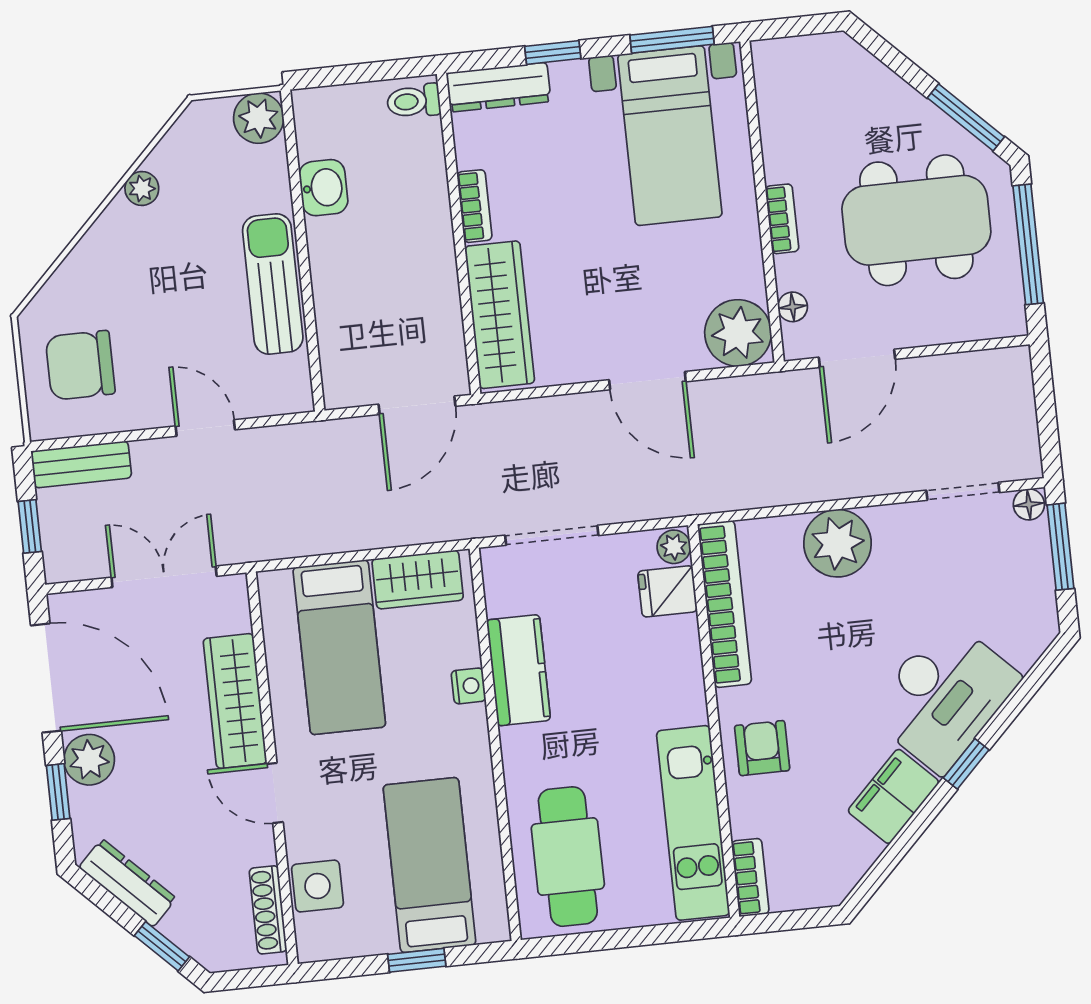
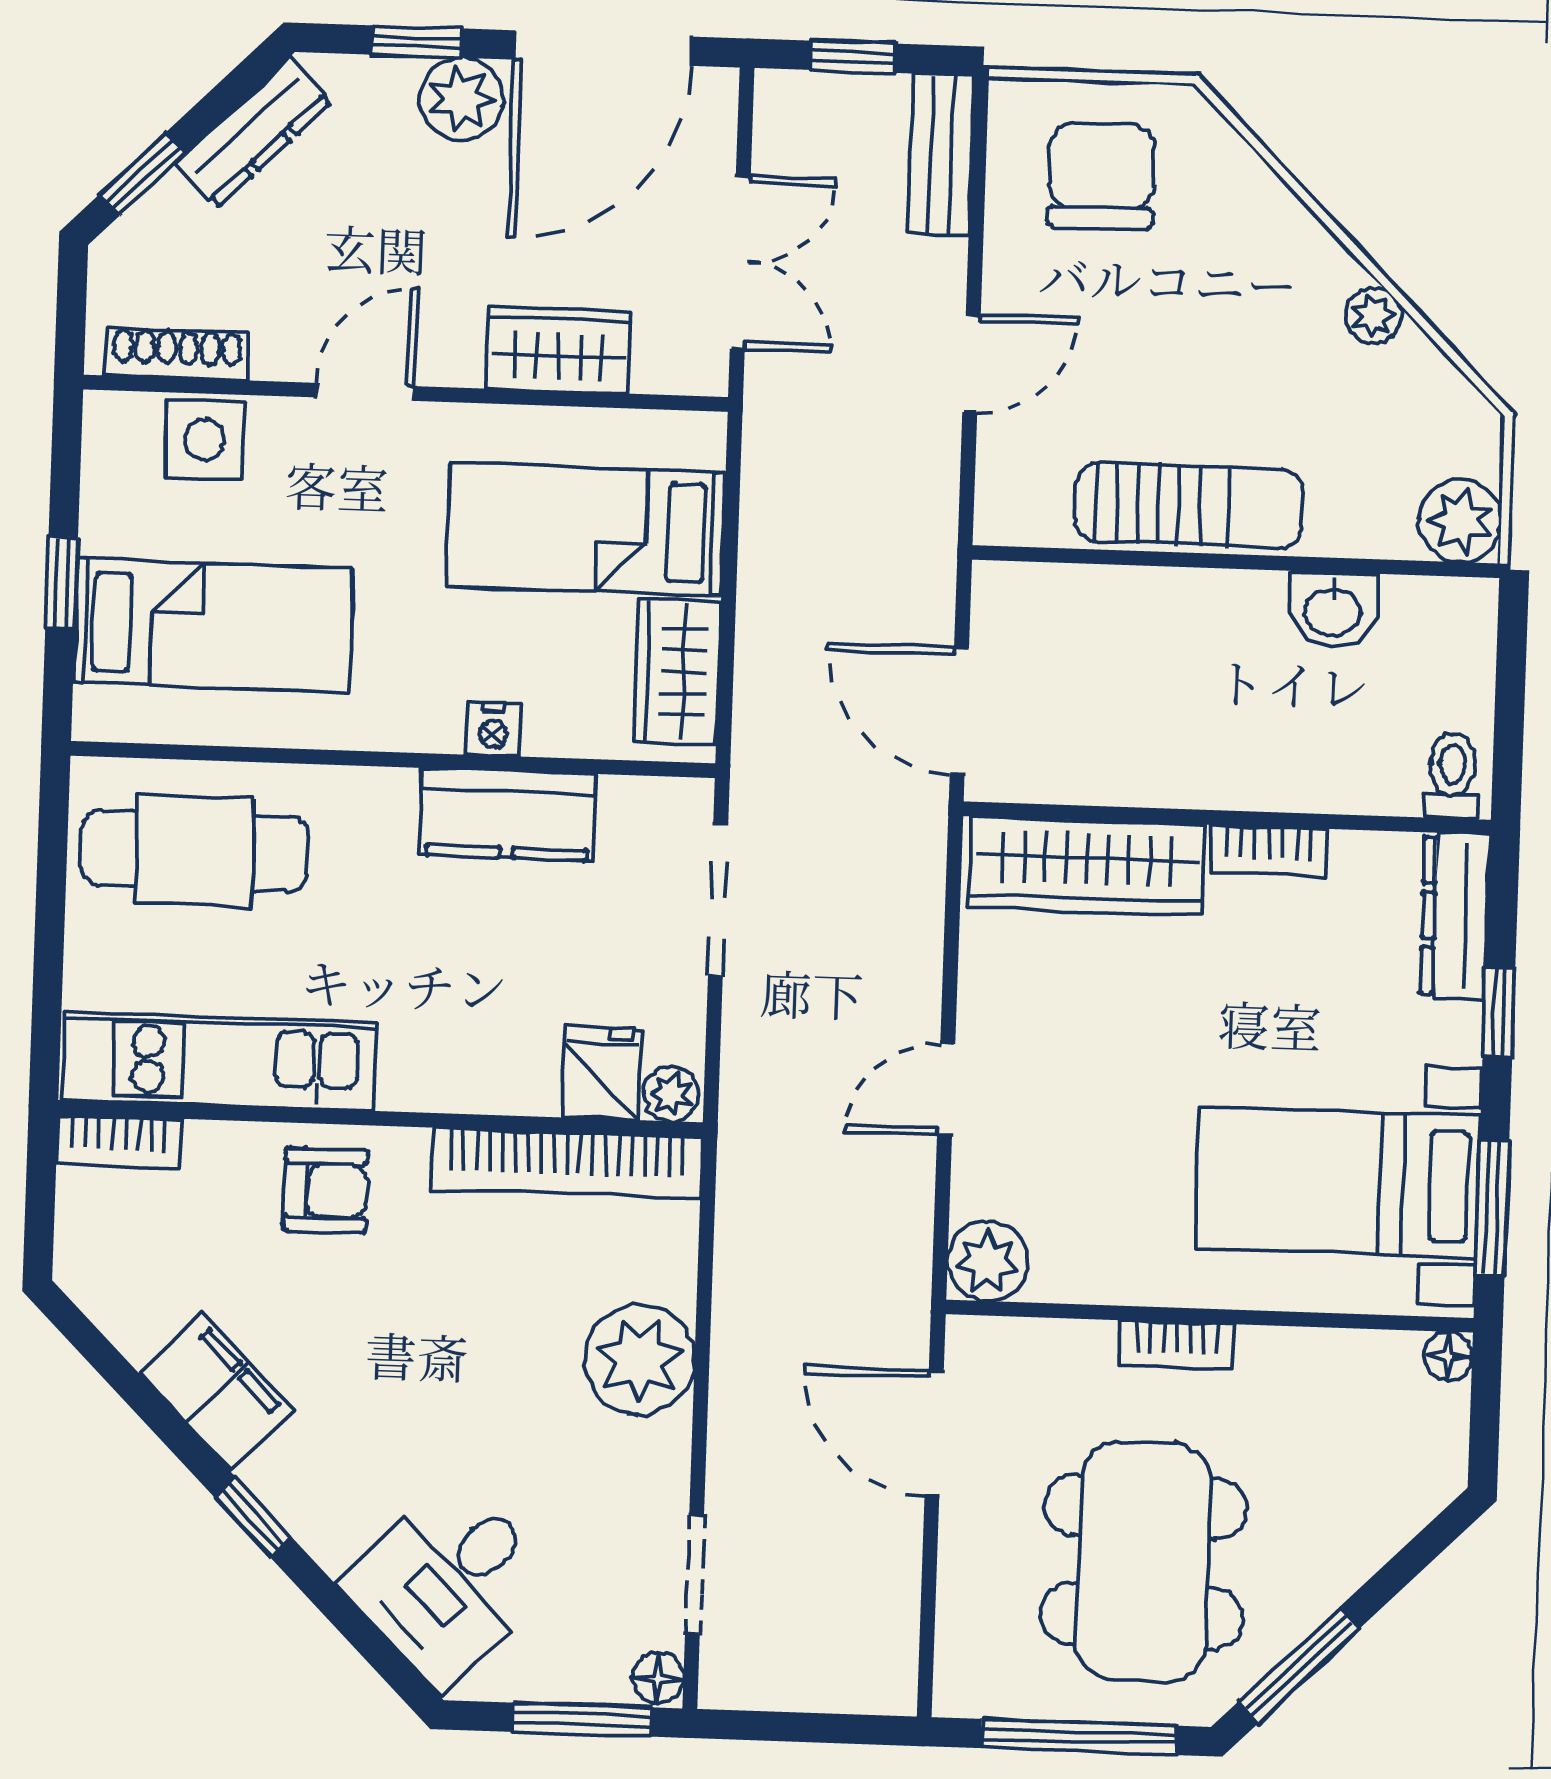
floor lamp: (793, 307) -> (1448, 1356), moved
plant: (738, 333) -> (987, 1261), width x0.73, depth x0.73
door: (647, 381) -> (946, 1090), width x0.73
desk: (944, 696) -> (449, 1583), moved, width x0.73
wardrobe: (235, 701) -> (559, 350), width x0.67

